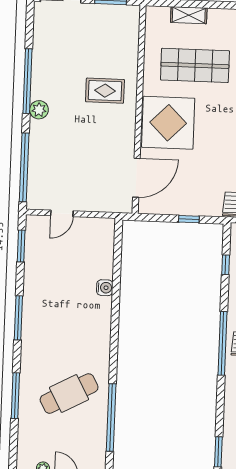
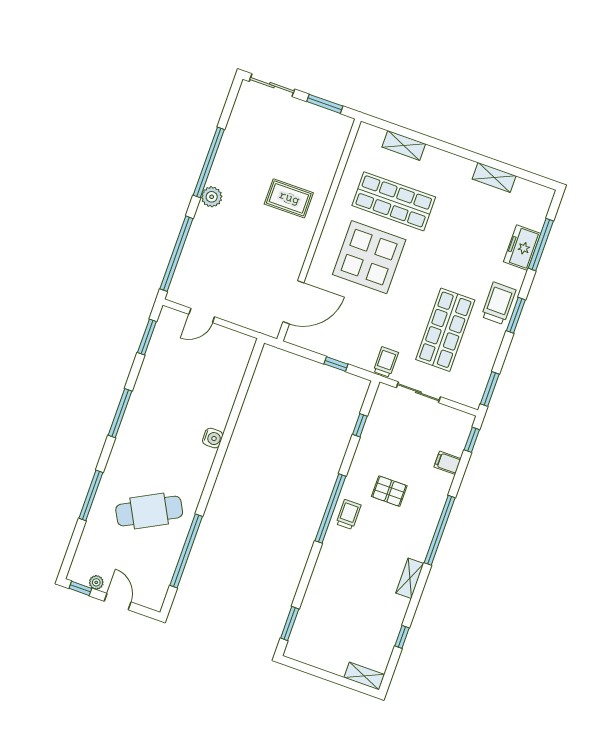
display table: (168, 123) -> (369, 257), moved
water cooler: (105, 288) -> (213, 438), moved

